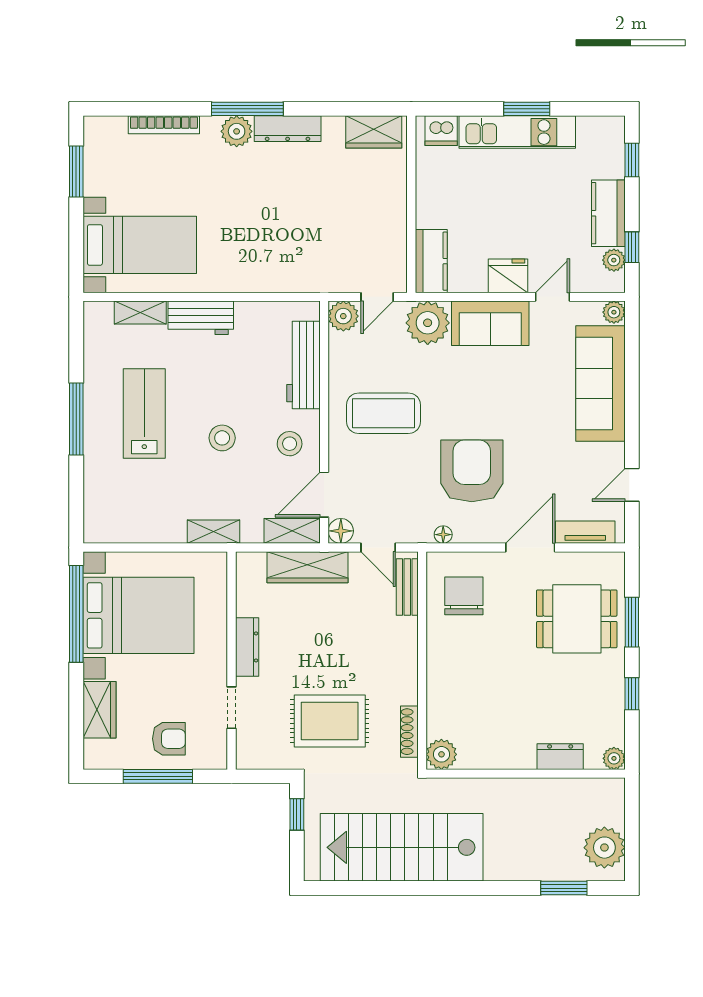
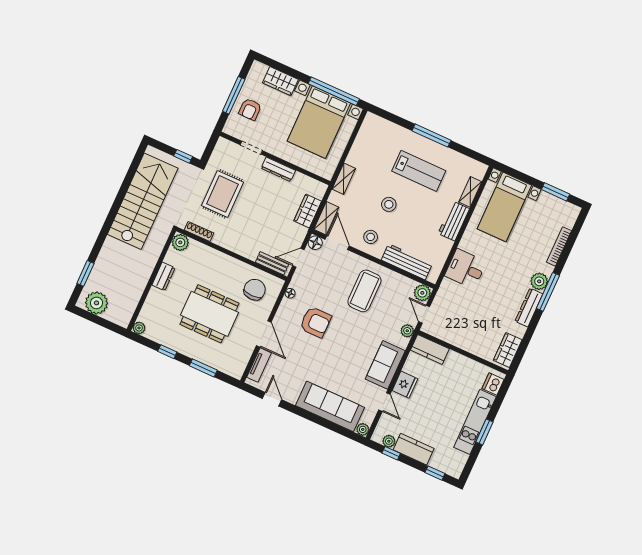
desk: (271, 263) -> (466, 269), added
plant: (428, 323) -> (407, 331), width x0.53, depth x0.53
armchair: (472, 471) -> (315, 322), width x0.73, depth x0.73
wardrobe: (307, 567) -> (308, 211), width x0.67
chair: (464, 596) -> (255, 290), turned -90
dining table: (577, 619) -> (209, 314), moved, width x1.38
dresser: (560, 757) -> (164, 276), moved

